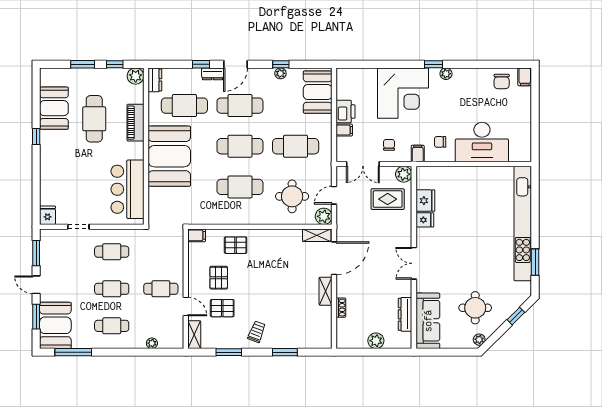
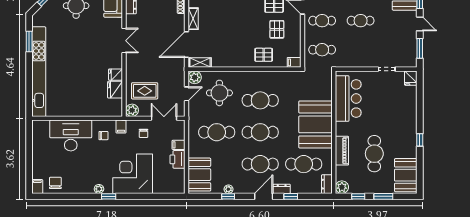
booth: (54, 108) -> (406, 175), moved
cafe table: (112, 252) -> (322, 50), moved

